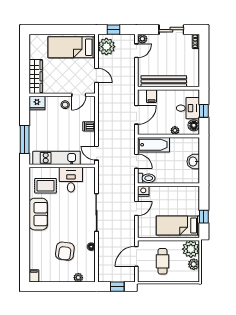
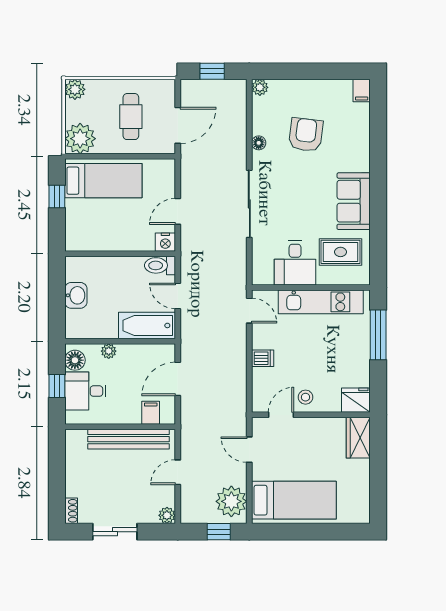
door: (136, 51) -> (178, 472), moved
wardrobe: (36, 76) -> (358, 438), width x0.67
plant: (194, 264) -> (75, 89), moved
plant: (78, 278) -> (260, 87), moved

